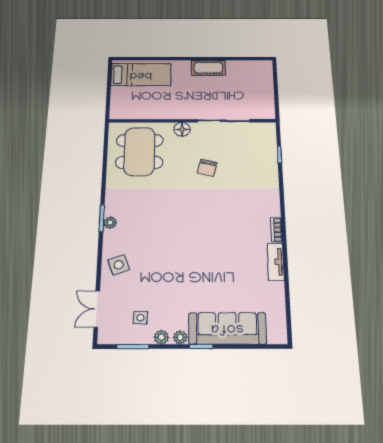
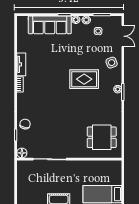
floor lamp: (182, 129) -> (22, 153), moved
dining table: (139, 151) -> (102, 137), width x0.73
chair: (207, 168) -> (25, 124), moved
rug: (167, 238) -> (84, 79), added

